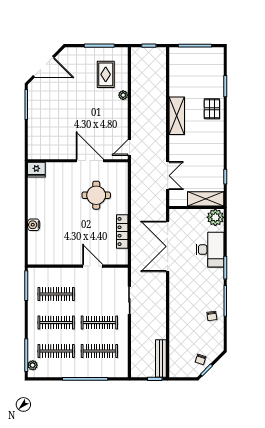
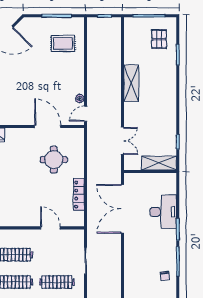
rug: (106, 74) -> (63, 43), turned 90
plant: (123, 95) -> (80, 98), moved
pallet: (212, 109) -> (159, 39), moved
plant: (215, 217) -> (168, 181), removed

